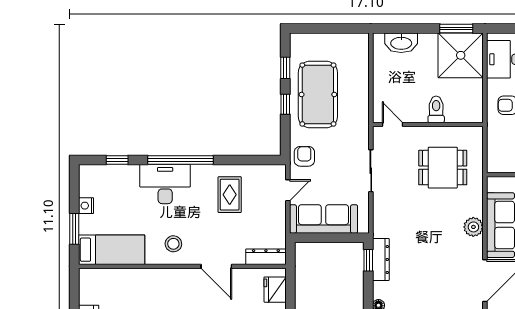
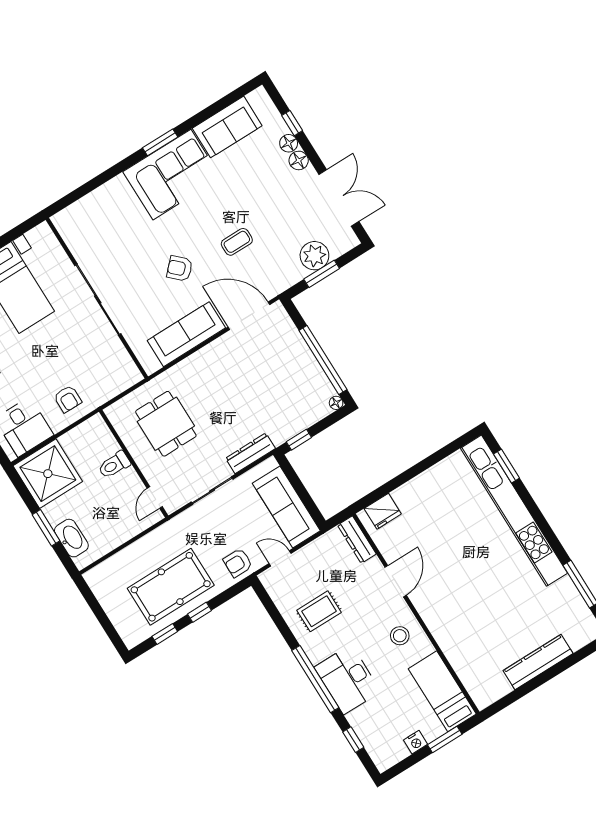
window: (456, 28) -> (46, 528), moved
plant: (473, 227) -> (204, 359), removed
dresser: (381, 260) -> (250, 453), moved

